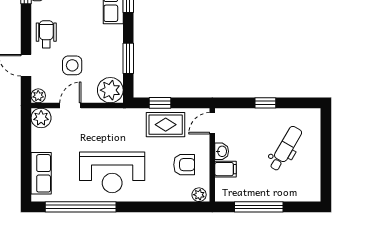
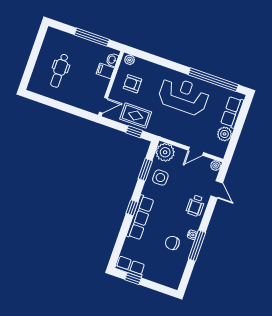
side table: (72, 65) -> (160, 178), moved
window: (265, 103) -> (62, 106), removed
plant: (41, 118) -> (225, 134), moved
dental chair: (285, 148) -> (60, 71), turned -30
washbasin: (222, 151) -> (112, 60), moved

